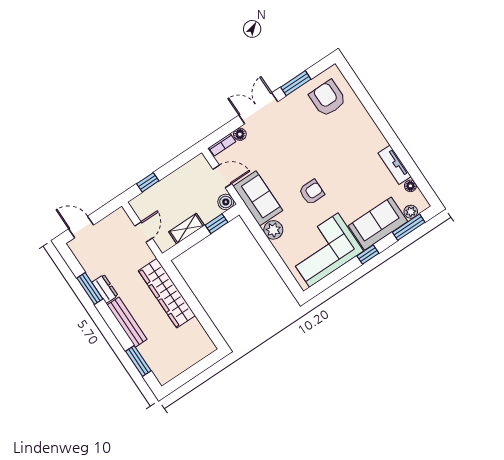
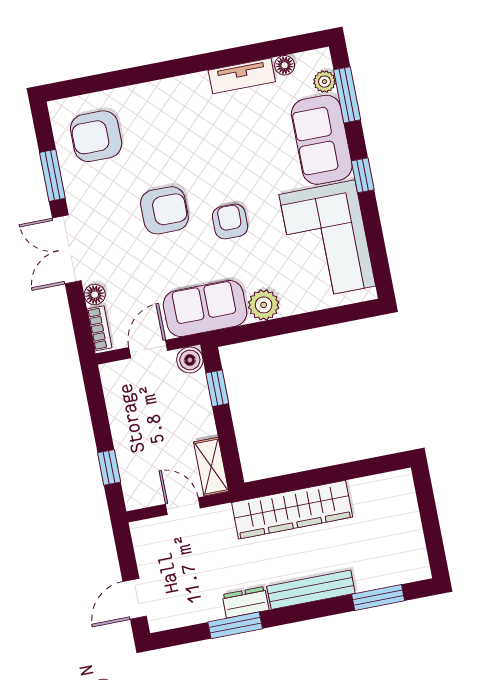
armchair: (303, 153) -> (164, 210), added
shelving: (187, 229) -> (211, 467), moved

